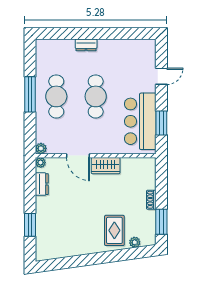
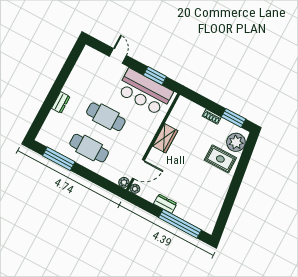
window: (30, 94) -> (59, 159), moved
door: (78, 156) -> (138, 169), moved
dresser: (42, 184) -> (165, 204), moved
window: (30, 225) -> (180, 224), width x2.11
plant: (135, 242) -> (236, 142), width x1.88, depth x1.88

